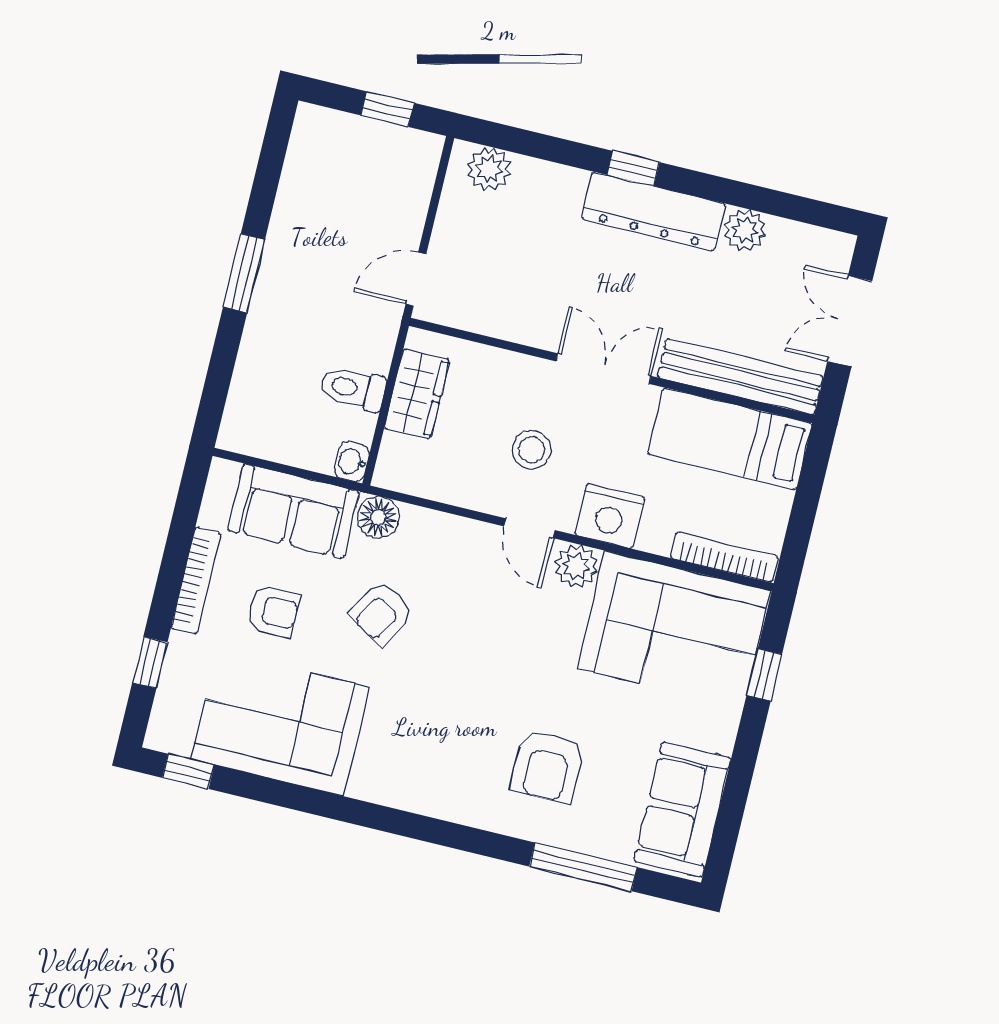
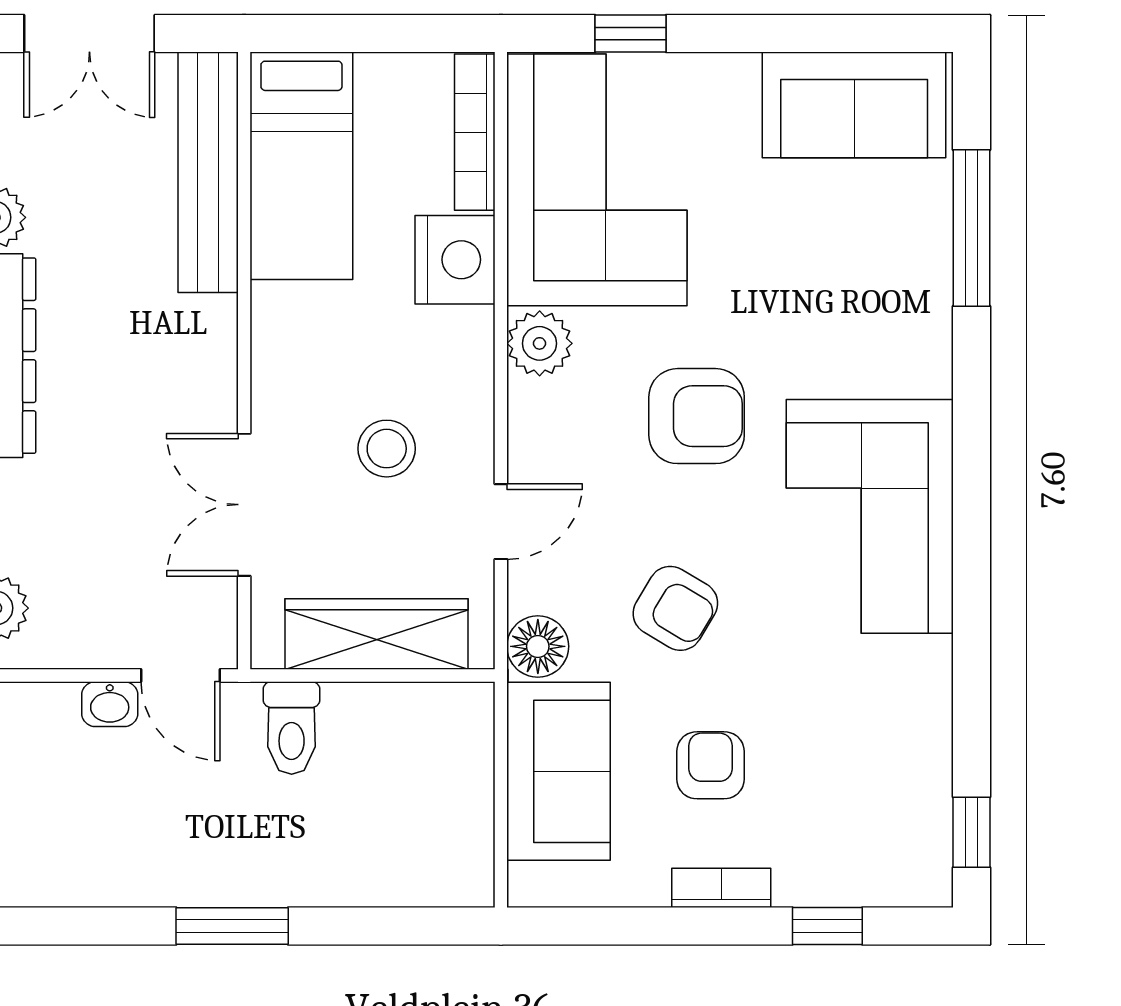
double door: (604, 369) -> (244, 505), moved
toilet: (353, 389) -> (292, 728), moved
wardrobe: (417, 394) -> (377, 634), width x1.50
washbasin: (352, 462) -> (110, 704), moved
nightstand: (610, 516) -> (455, 260), moved
door: (530, 528) -> (501, 522), moved
bookcase: (196, 581) -> (721, 888), width x0.64
corner sofa: (280, 723) -> (870, 516), moved
armchair: (548, 766) -> (697, 416), moved

